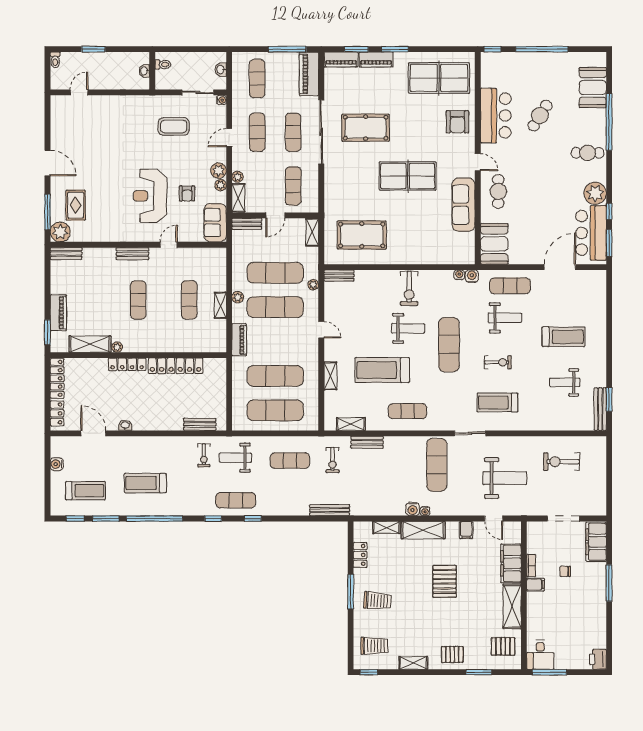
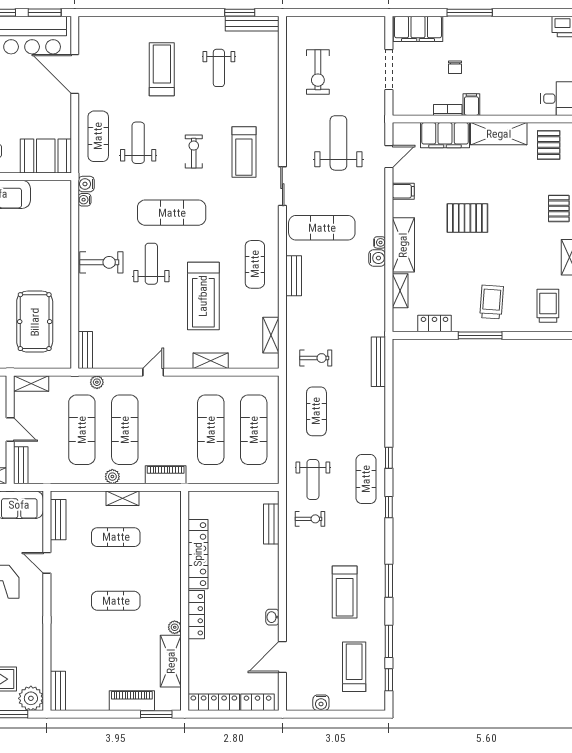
bench: (132, 254) -> (58, 520), moved
bench: (367, 442) -> (294, 276), moved
window: (154, 519) -> (389, 581), width x0.47

